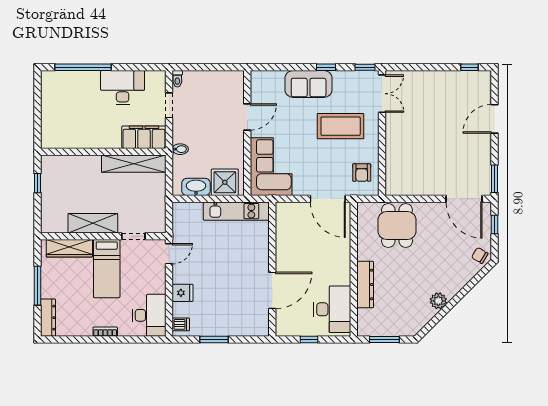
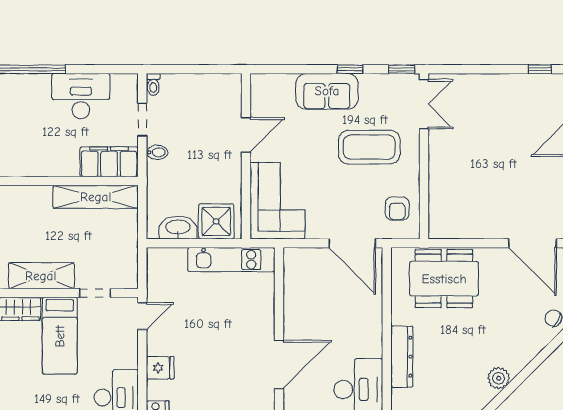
bidet: (180, 149) -> (157, 152), moved
dining table: (397, 226) -> (444, 279), width x1.38

